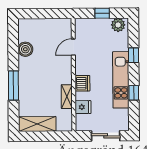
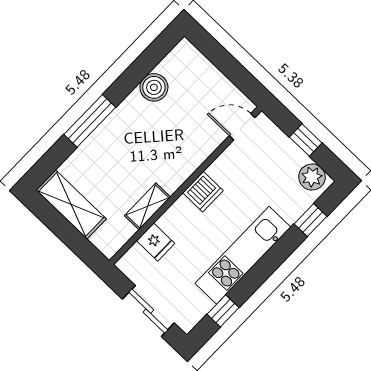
door: (73, 47) -> (242, 127), moved
window: (134, 55) -> (310, 220), moved
dishwasher: (82, 83) -> (203, 192), moved
window: (134, 93) -> (223, 311), moved

